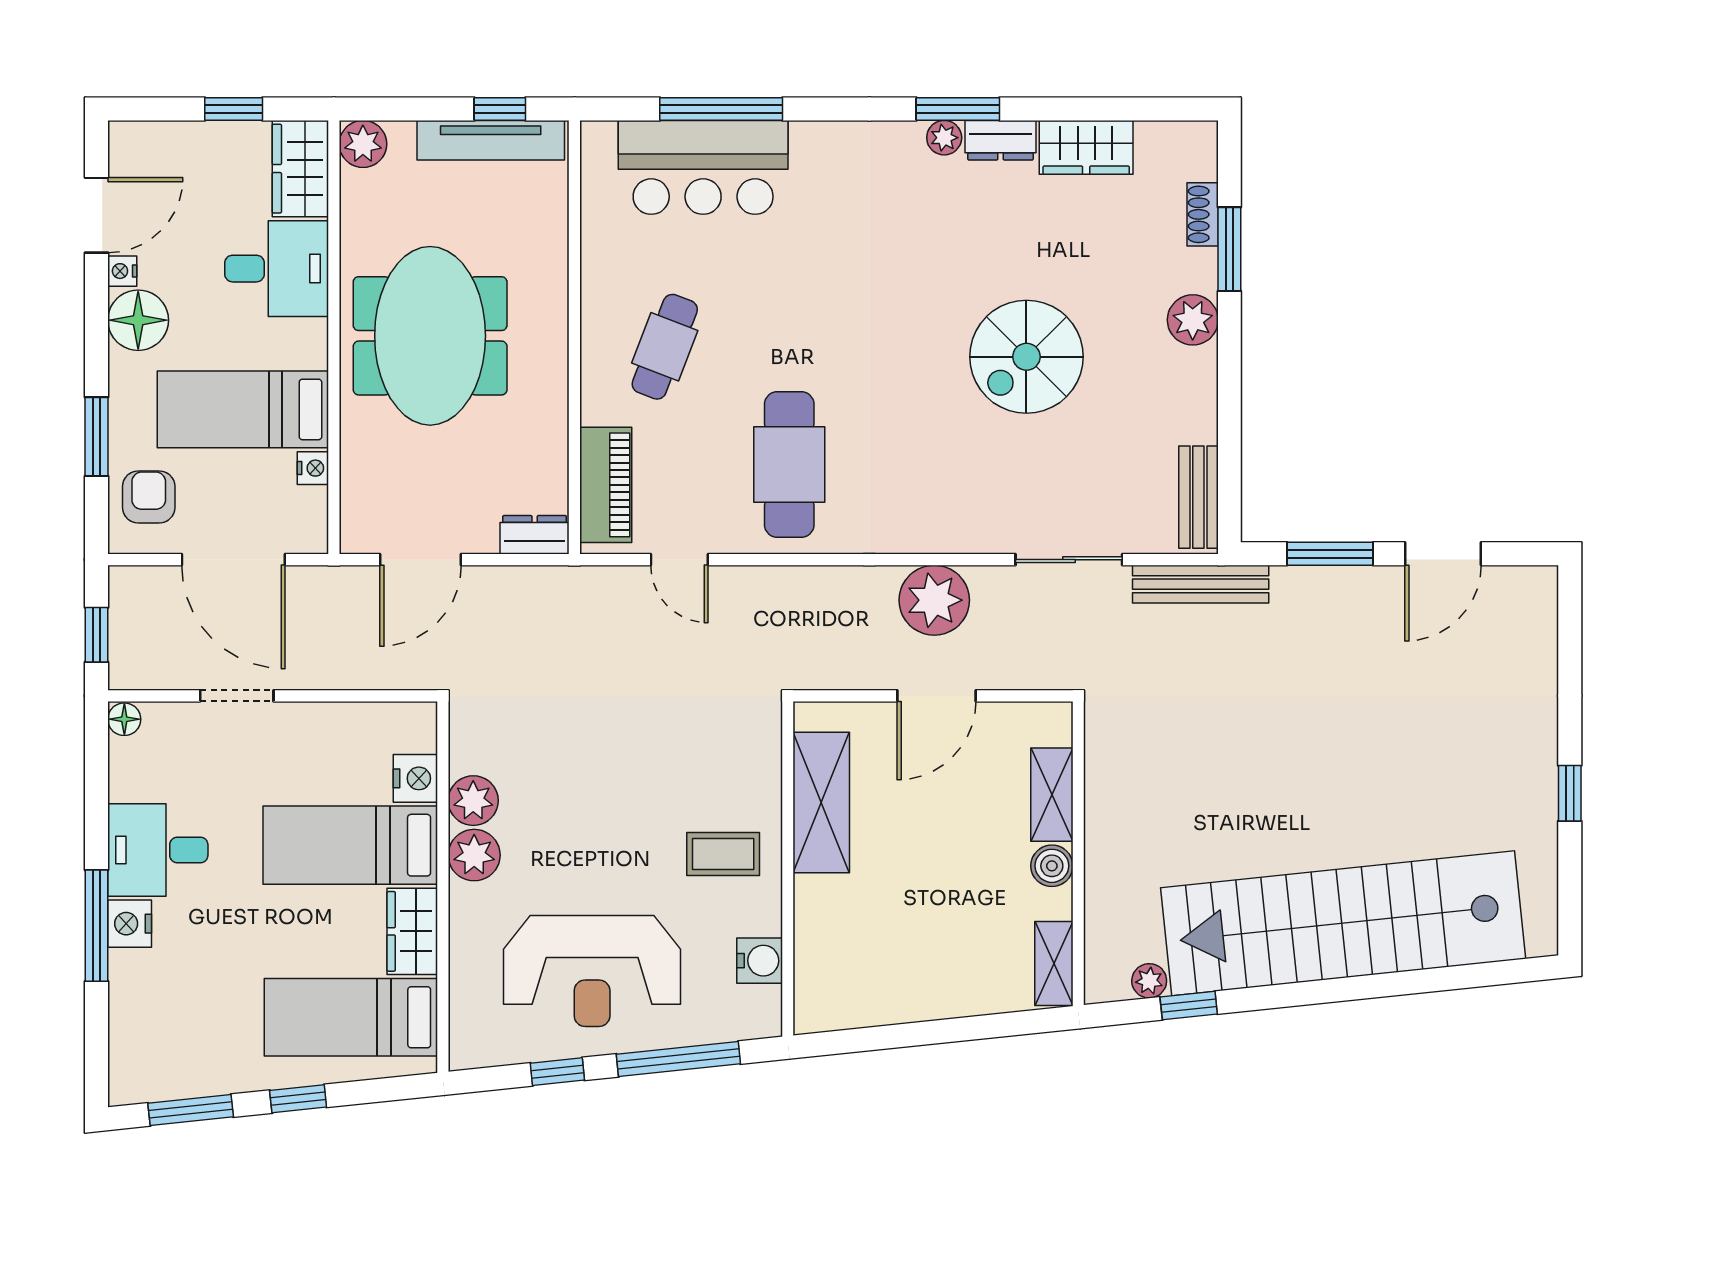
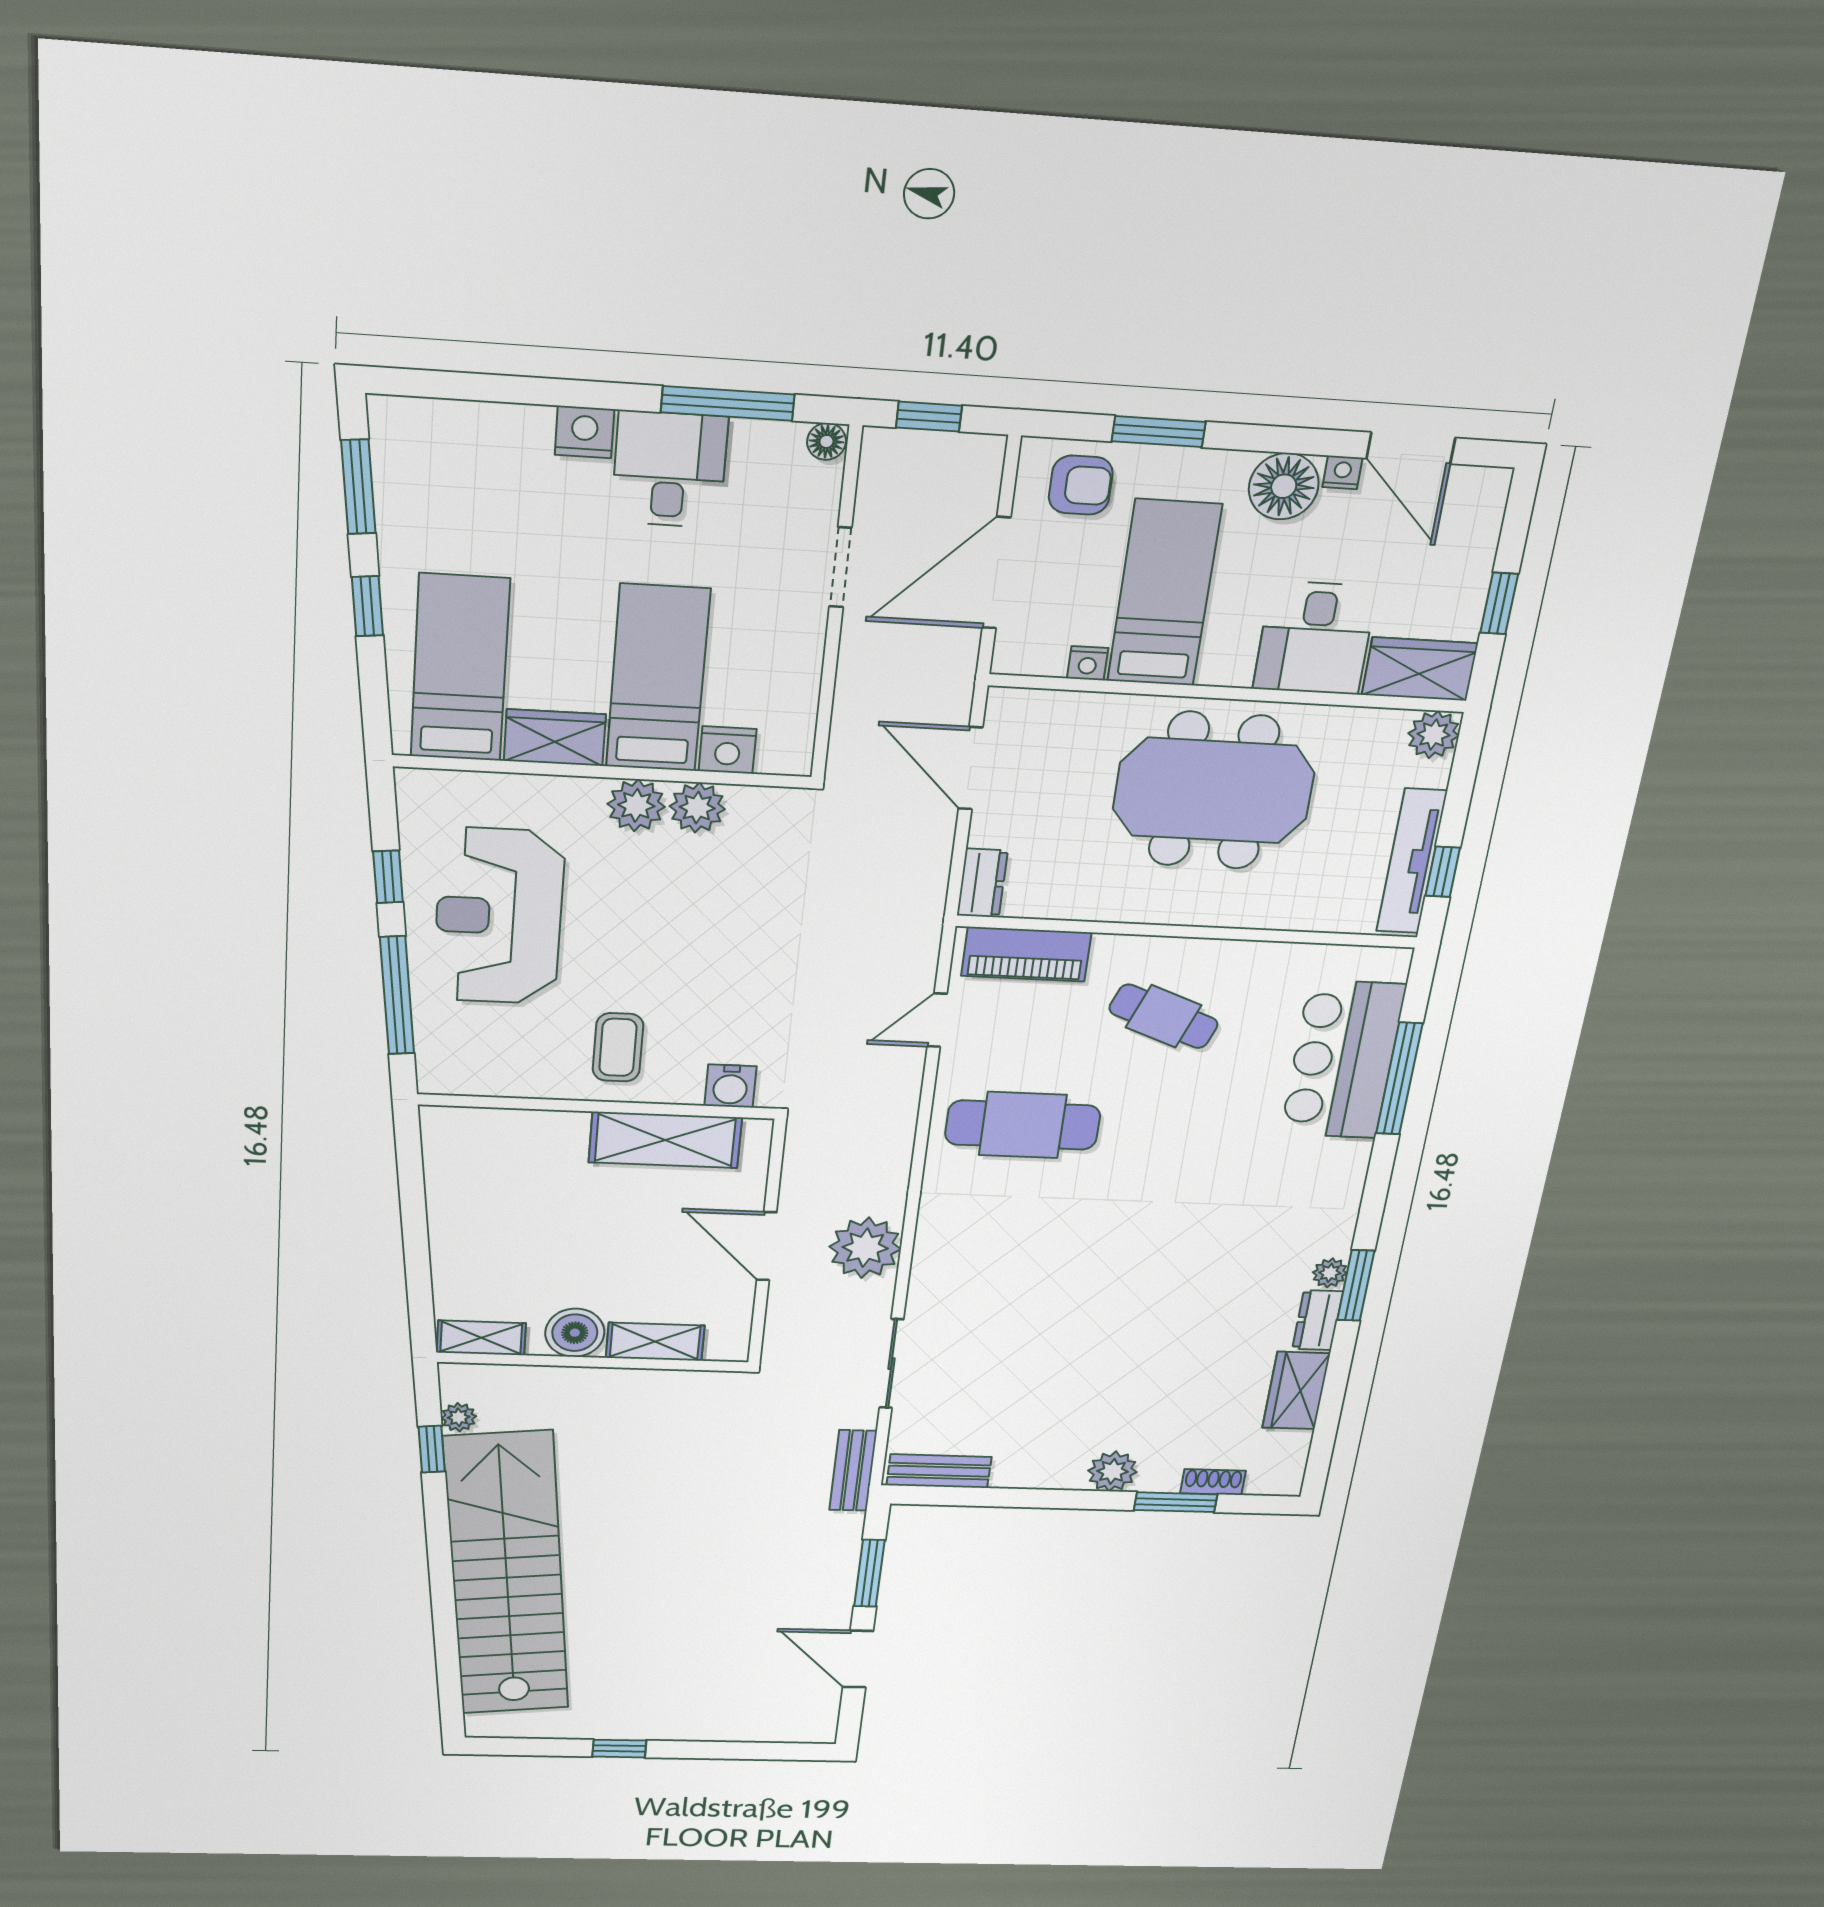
spiral stairs: (1026, 357) -> (1100, 1335), removed
bench: (1201, 584) -> (853, 1471), width x0.73
boiler: (1052, 866) -> (575, 1333), width x1.36, depth x1.36
window: (97, 926) -> (728, 403), moved
water cooler: (760, 961) -> (730, 1086), moved

